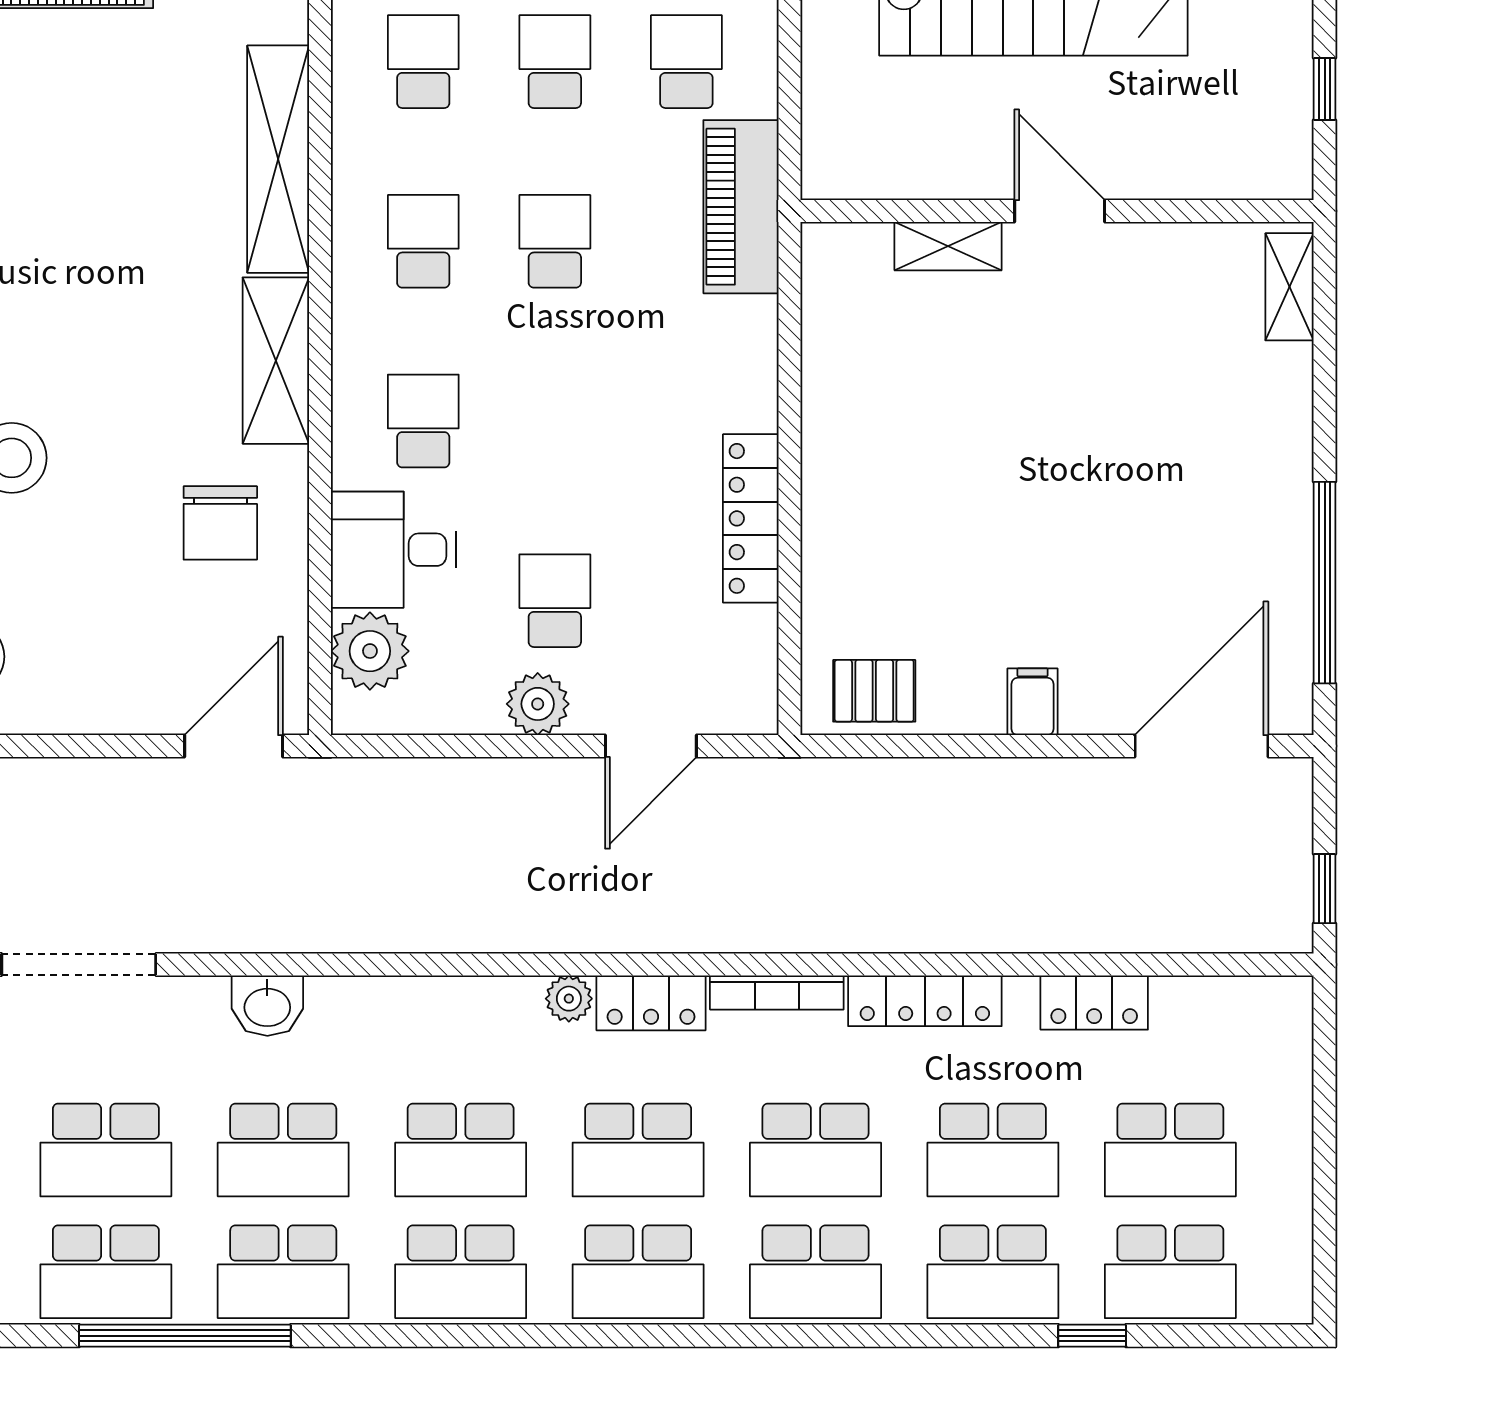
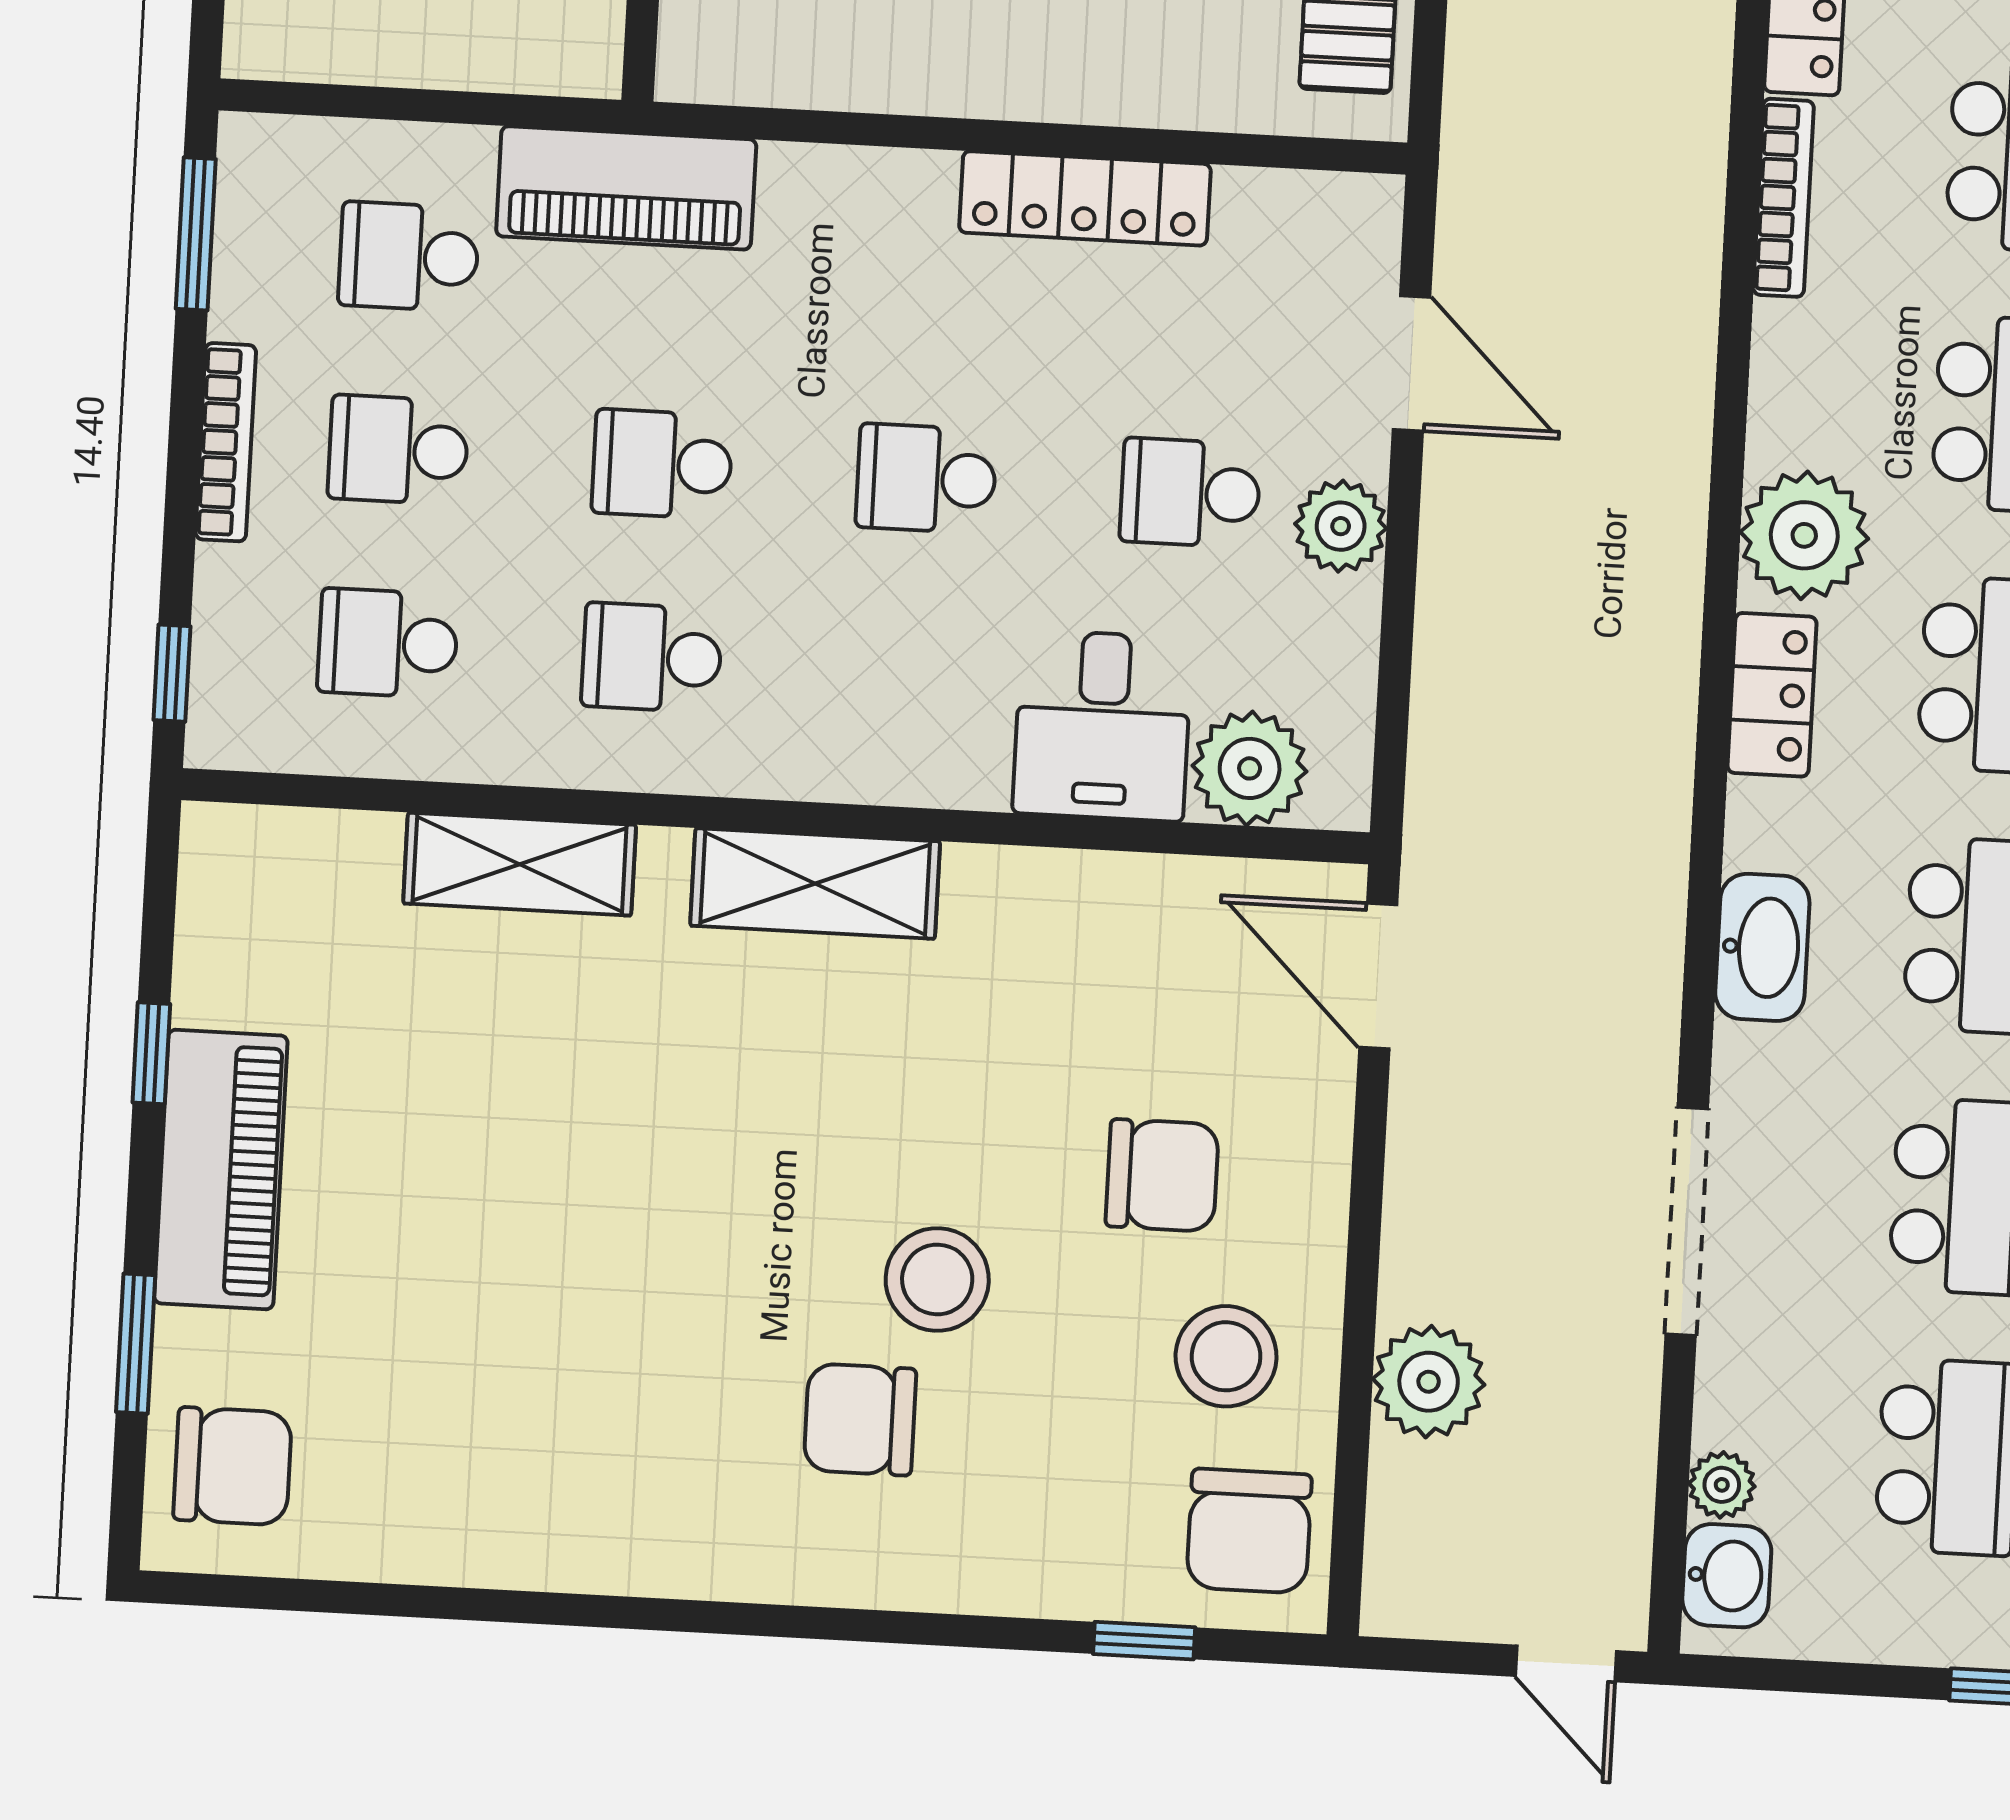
shelving: (278, 159) -> (520, 864), width x0.68
school desk: (423, 421) -> (926, 478), moved
chair: (220, 523) -> (1162, 1175), moved
plant: (569, 999) -> (1804, 535), width x1.88, depth x1.88
locker: (651, 1003) -> (1772, 695), moved
washbasin: (267, 1006) -> (1762, 947), width x1.38

